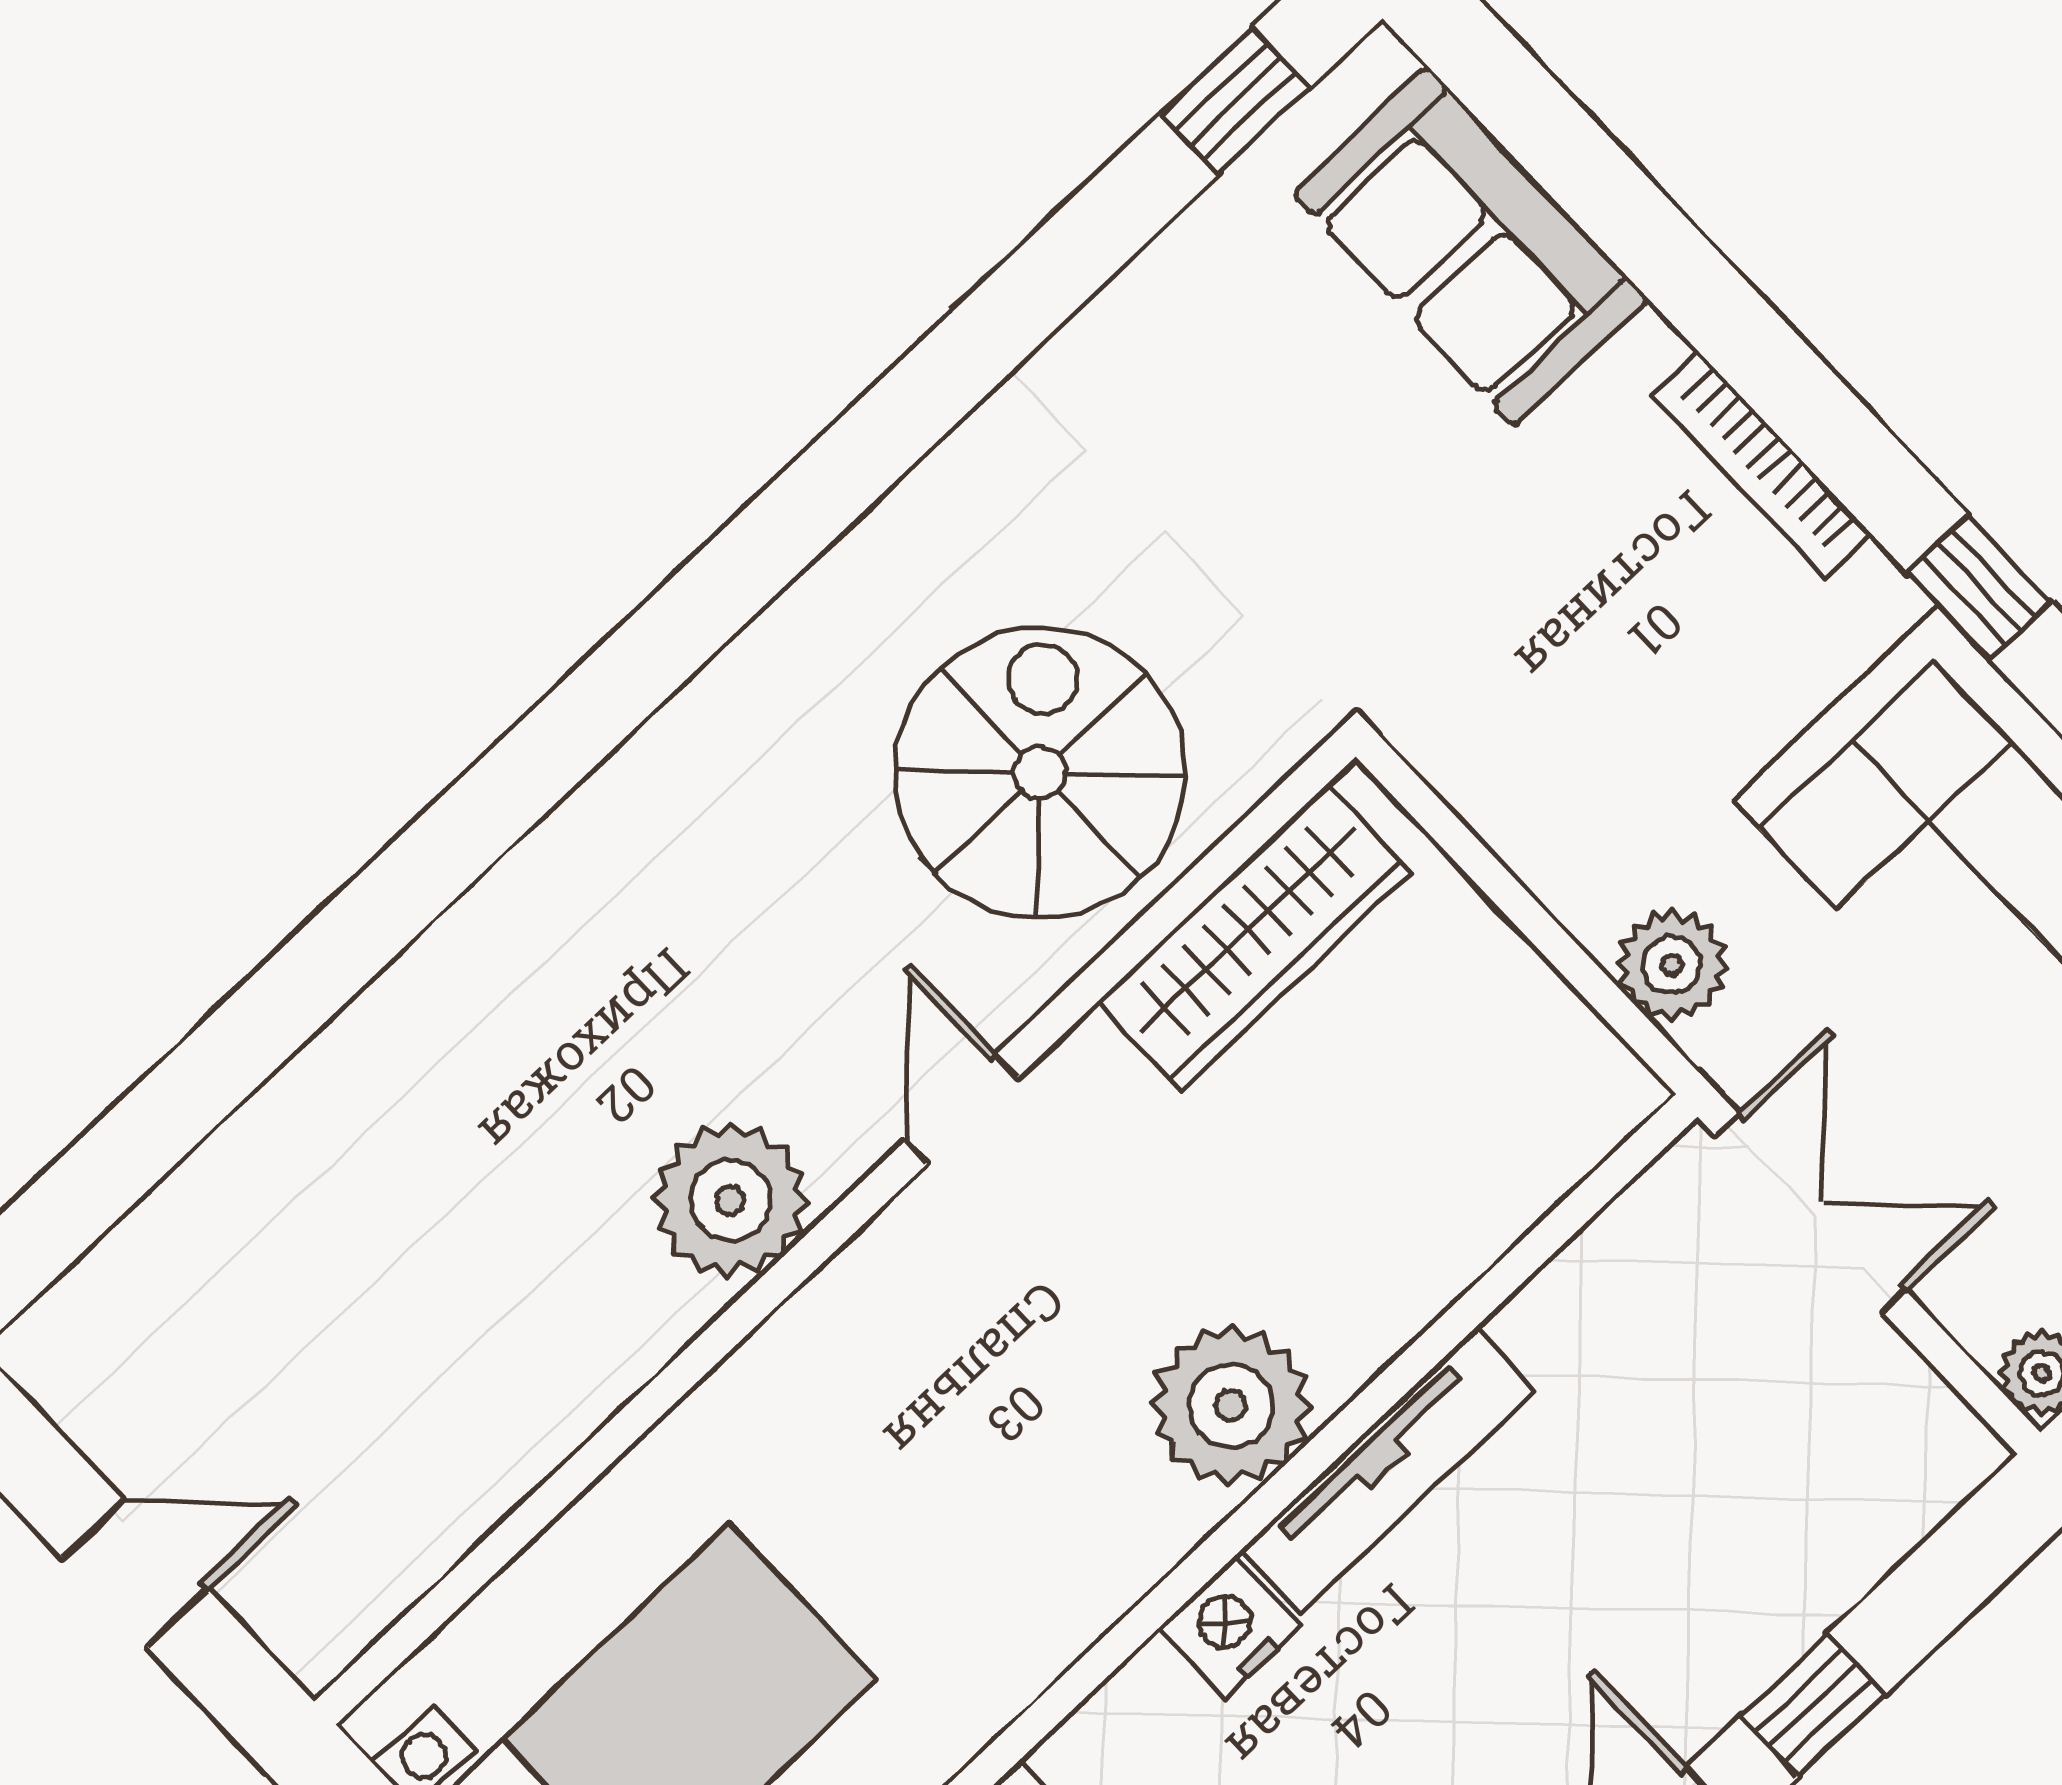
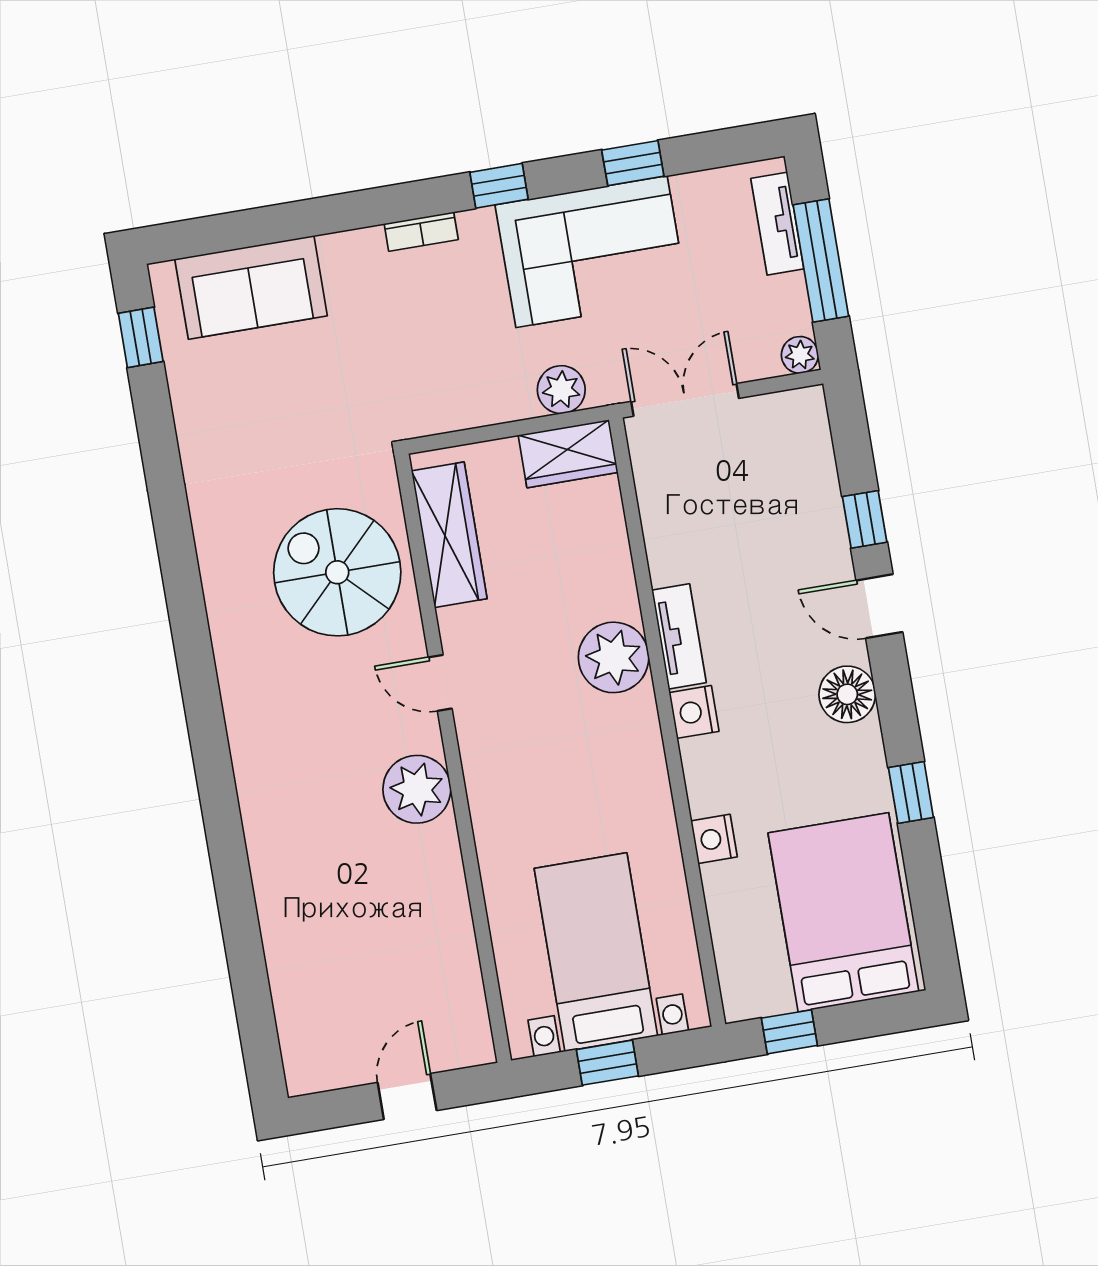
bookcase: (1762, 465) -> (421, 232), width x0.64
wardrobe: (1559, 1060) -> (568, 454), added
tv unit: (1388, 1470) -> (679, 636), width x0.71

